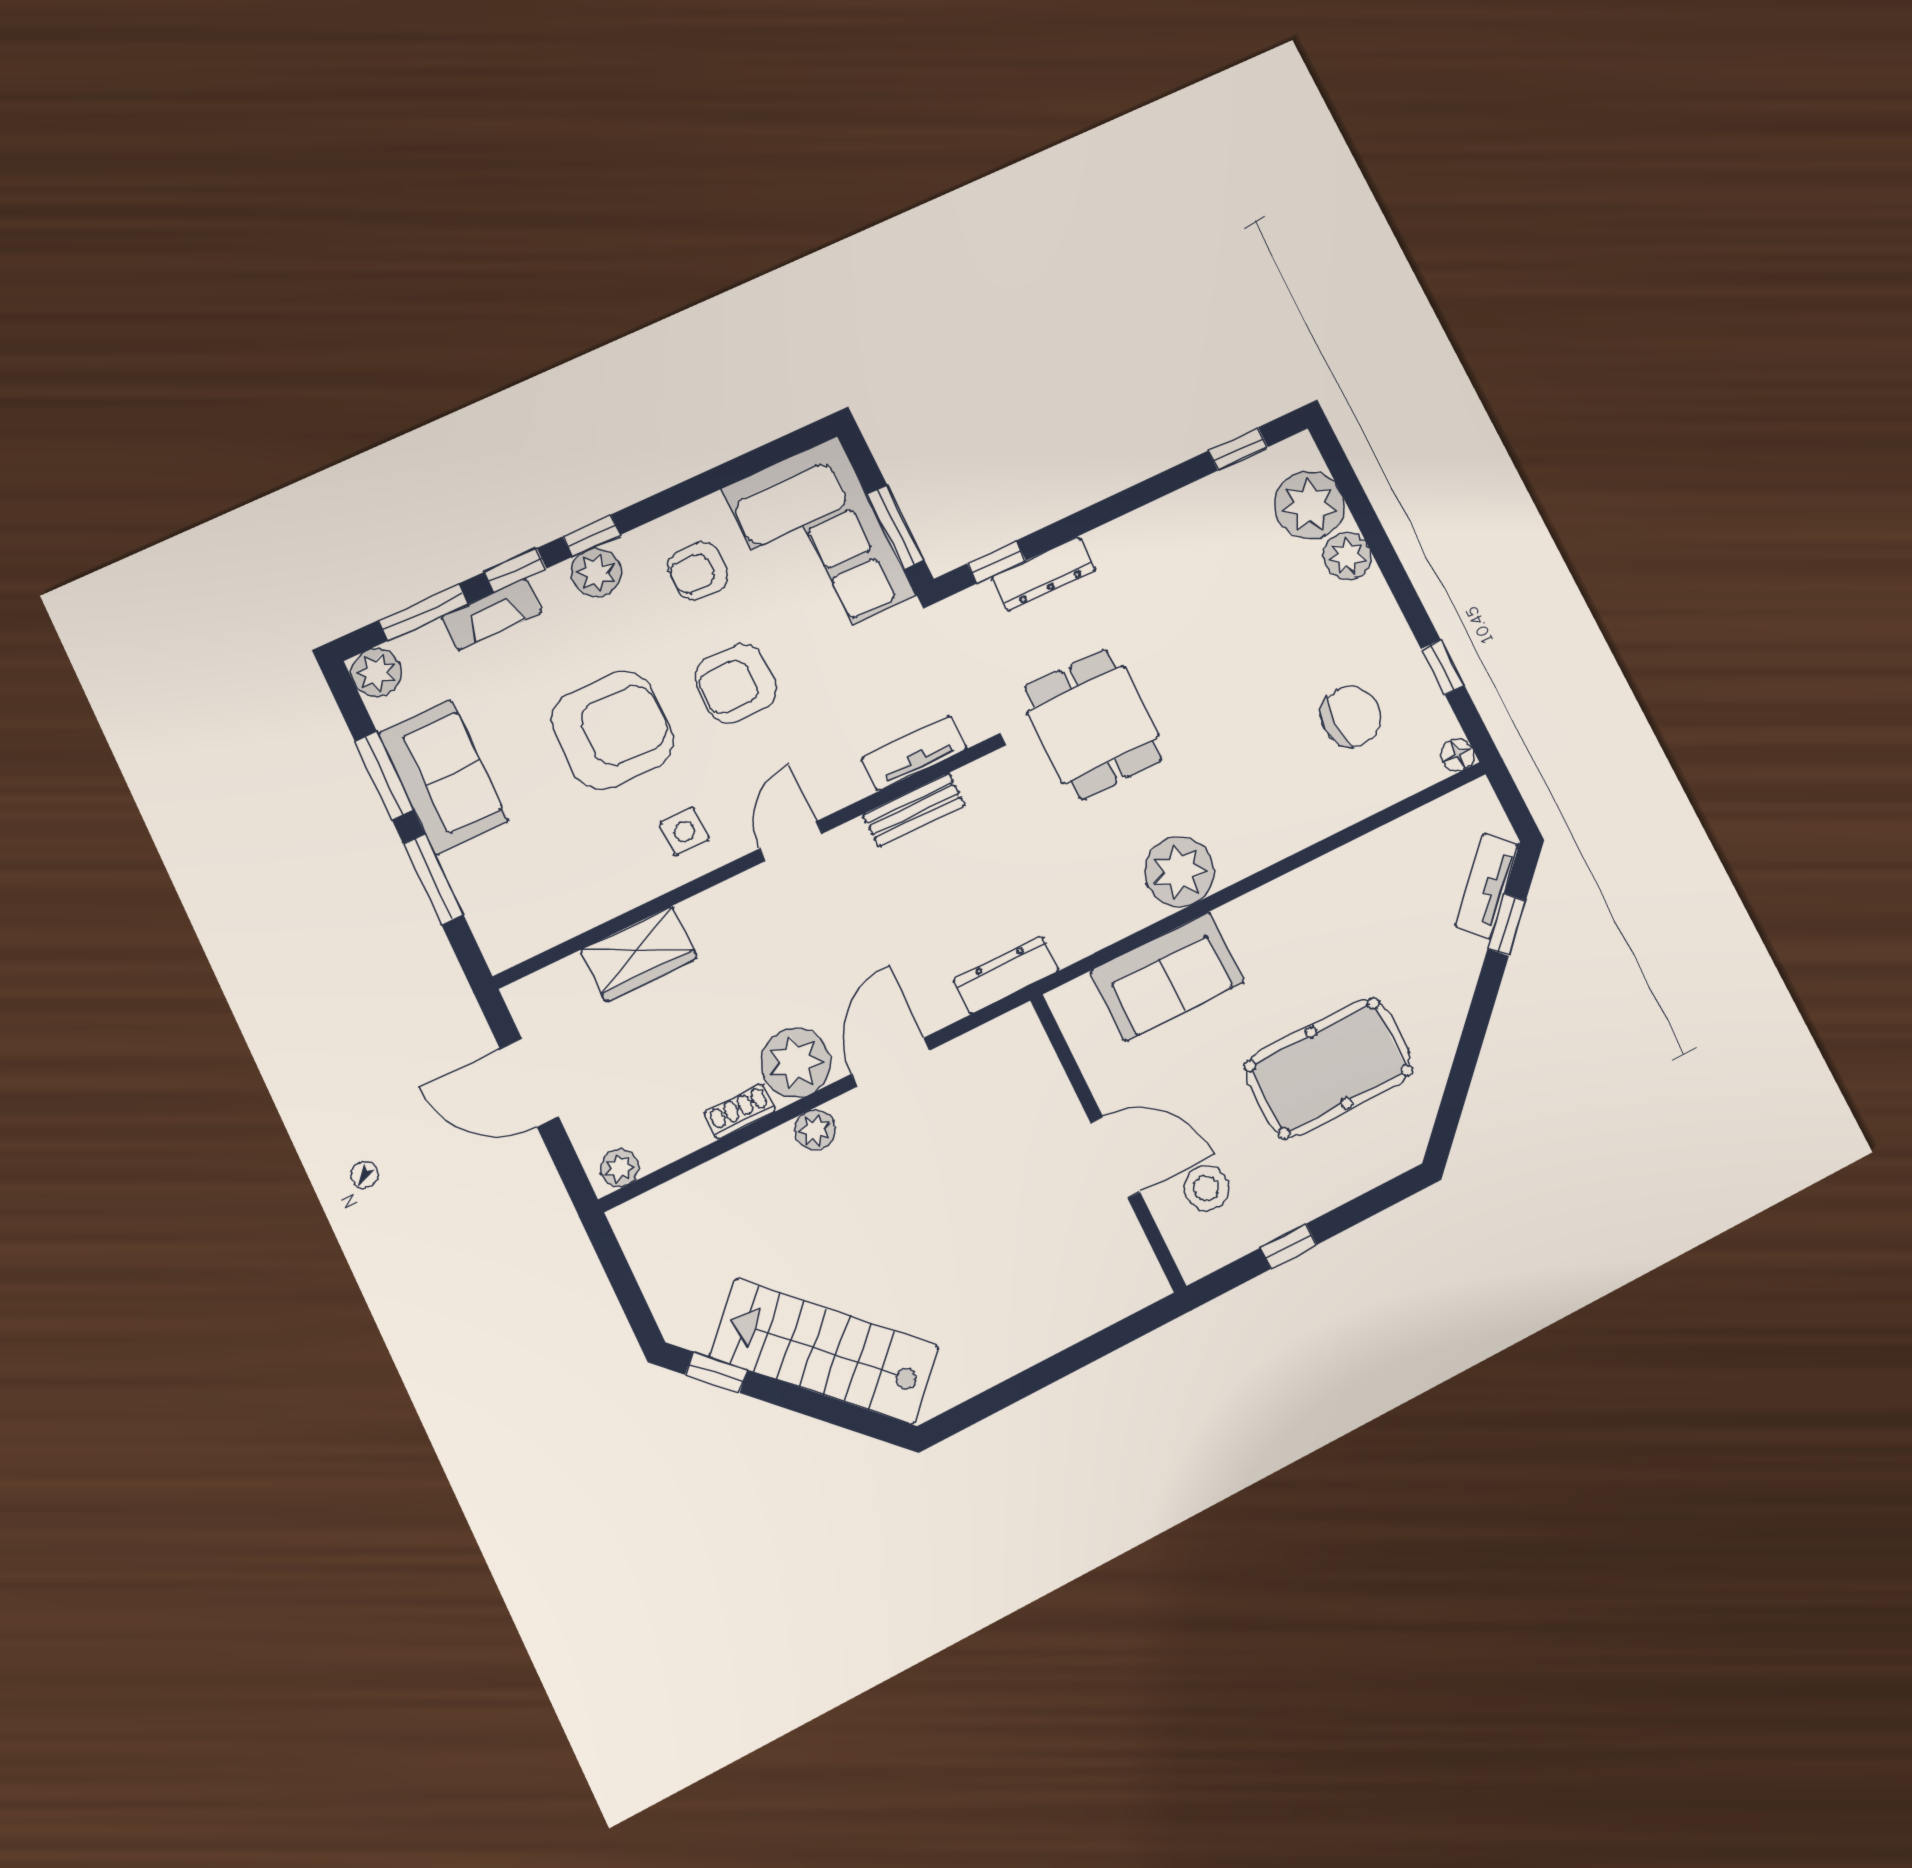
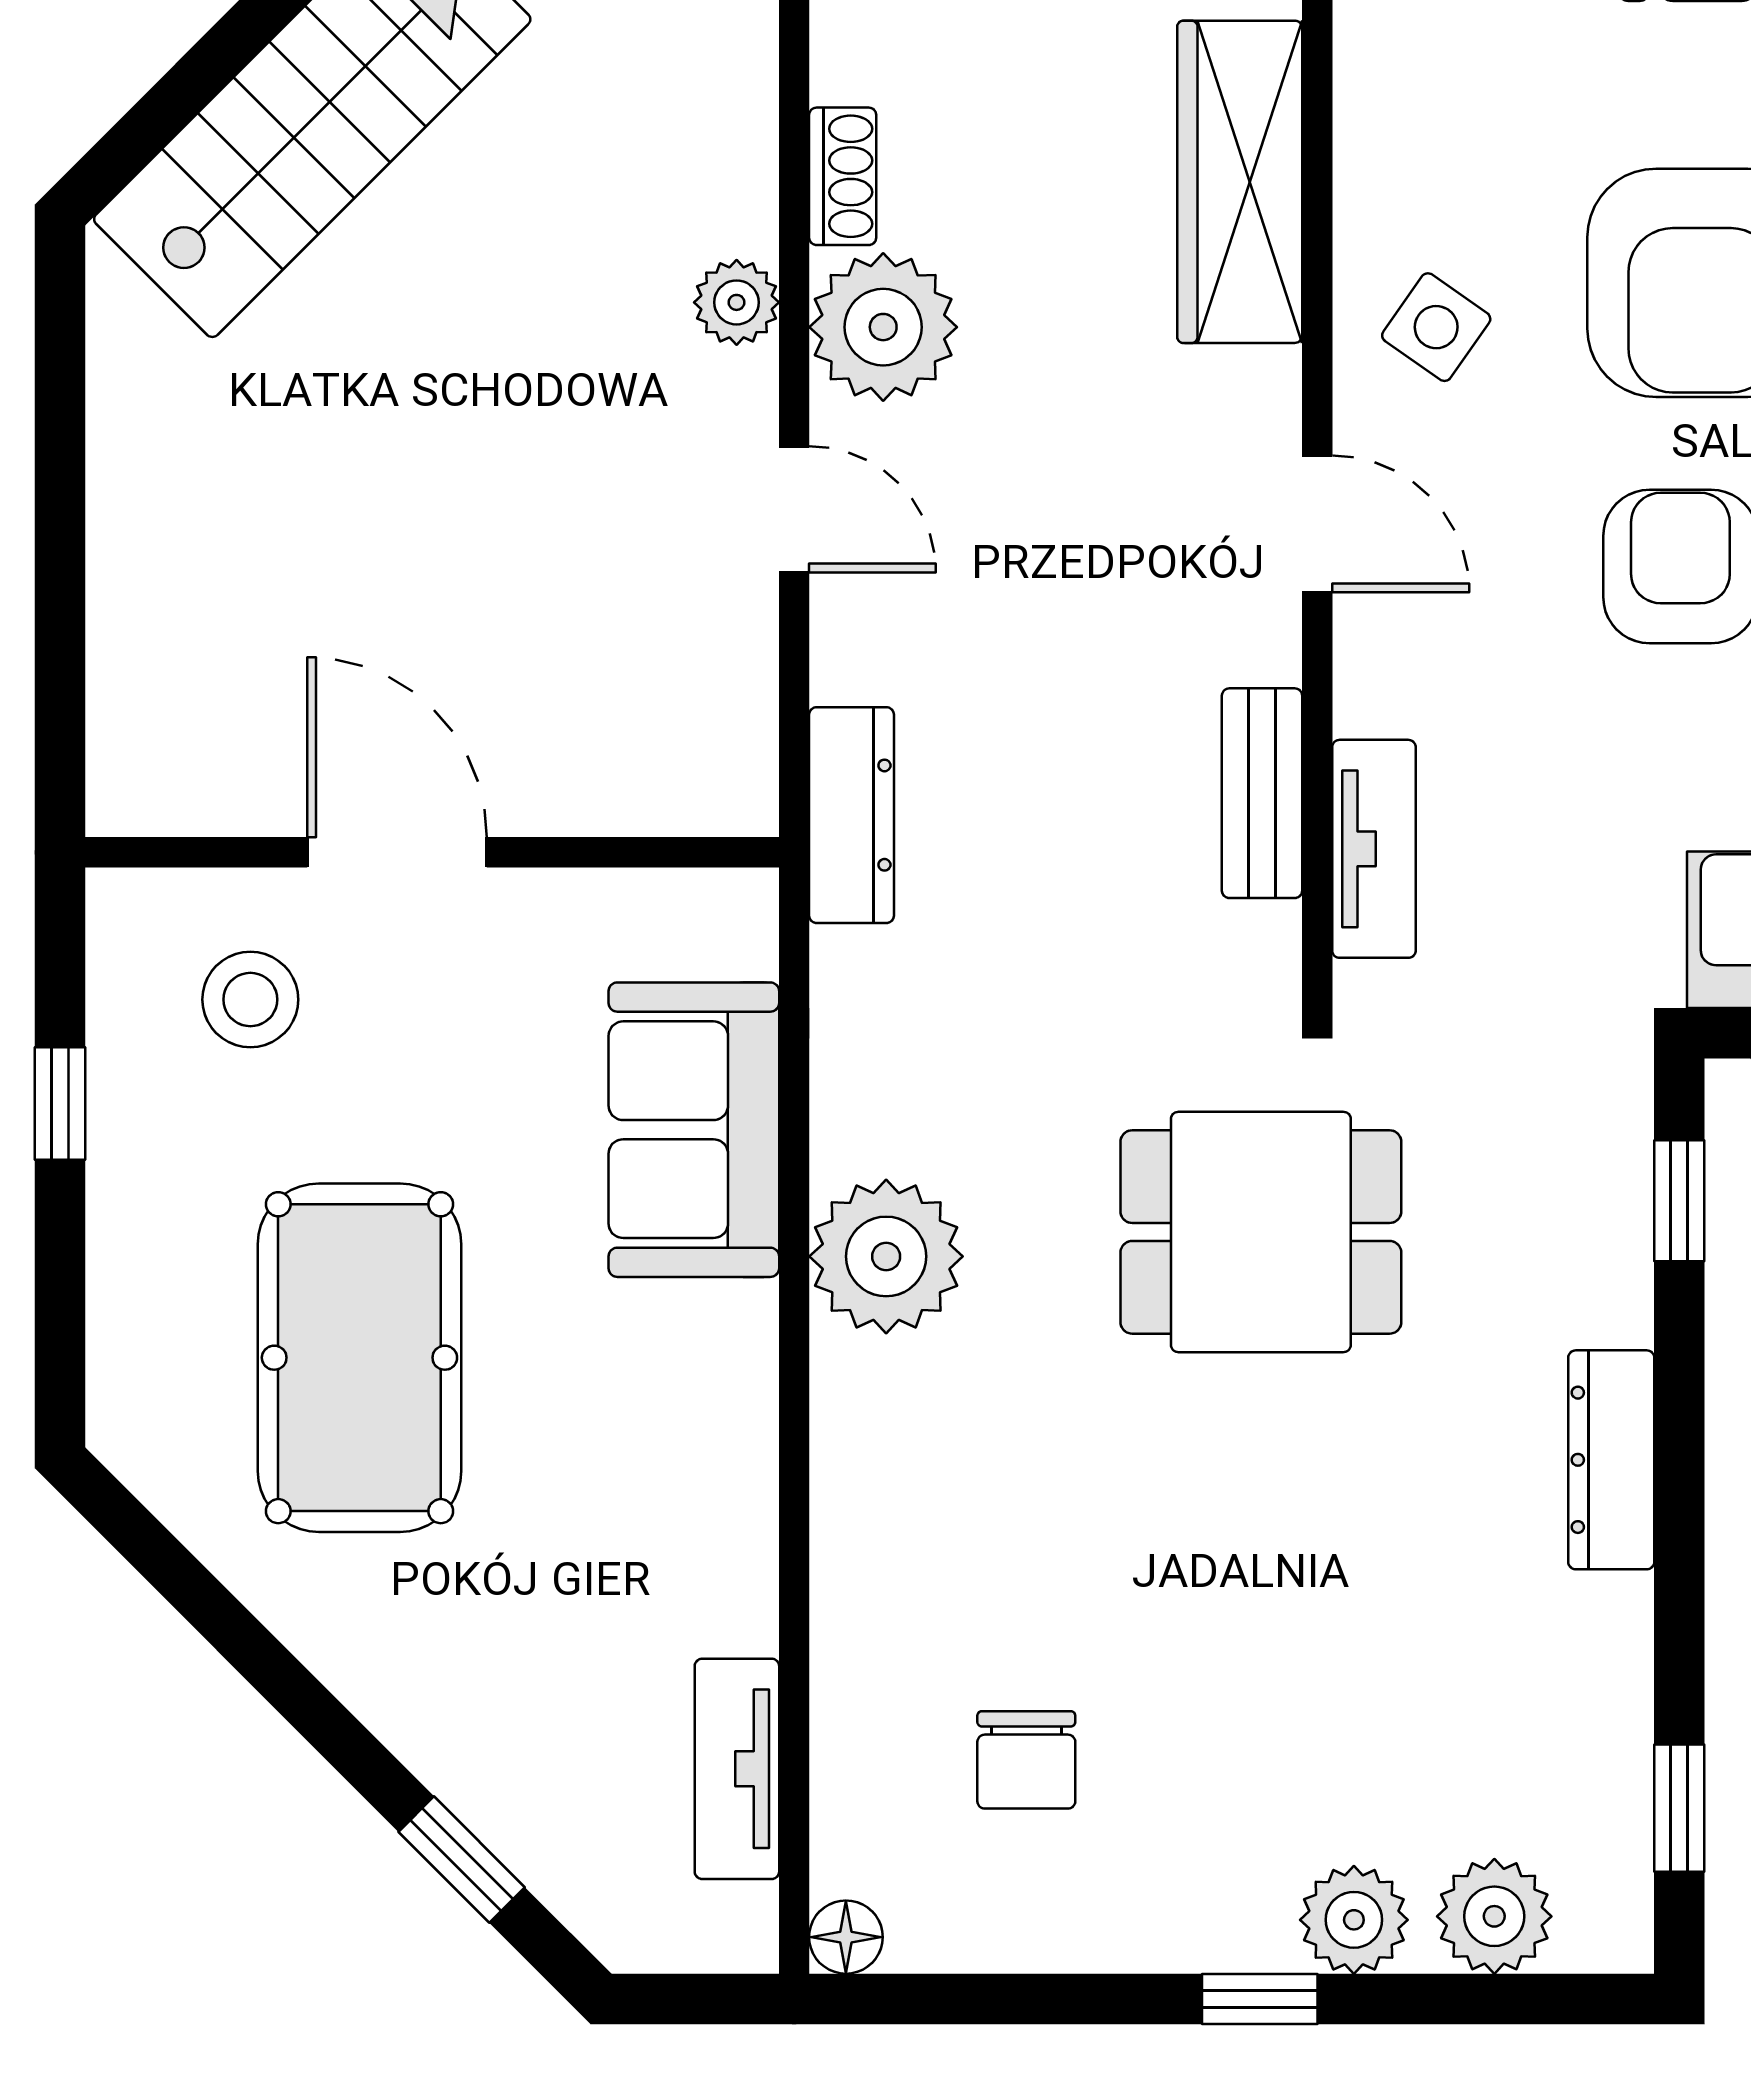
plant: (1309, 505) -> (1494, 1916), width x0.73, depth x0.73
dresser: (1044, 573) -> (1611, 1460), moved
window: (1443, 667) -> (1260, 1999), moved
chair: (1351, 716) -> (1026, 1760), width x0.73, depth x0.73
side table: (684, 831) -> (1436, 327), turned 35
tv unit: (1487, 886) -> (737, 1769), moved, turned -135
wardrobe: (639, 954) -> (1240, 182), width x1.50
door: (891, 1062) -> (794, 509), width x0.73
door: (1115, 1157) -> (397, 852), swing flipped

